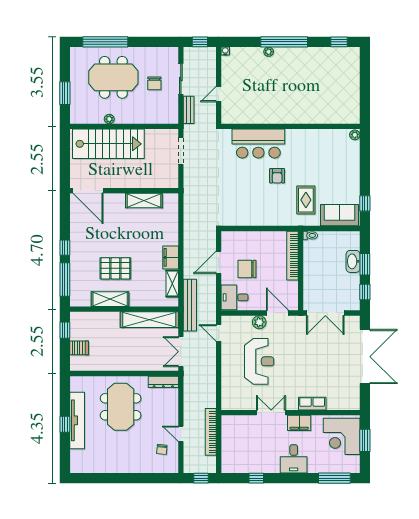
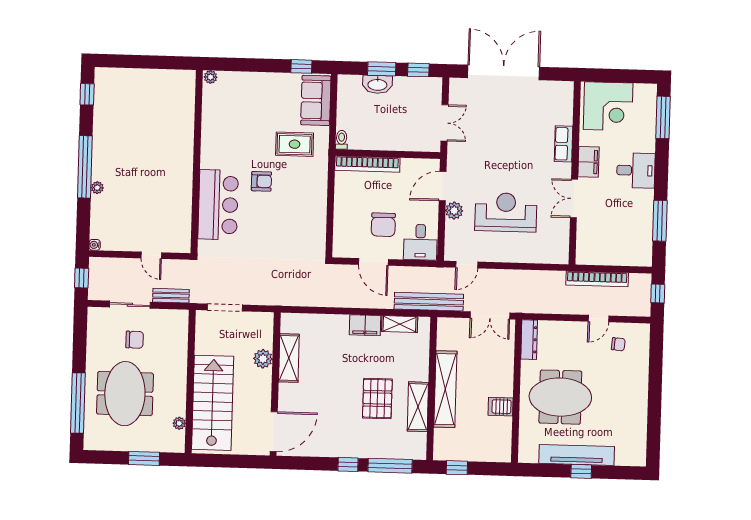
plant: (109, 119) -> (179, 423), moved
plant: (143, 181) -> (263, 359), added
double door: (325, 313) -> (445, 123), width x0.73
shelving: (149, 320) -> (445, 389), moved
server rack: (79, 348) -> (501, 407), moved, turned -90
window: (365, 440) -> (614, 76), removed
window: (256, 478) -> (660, 221), width x2.17

